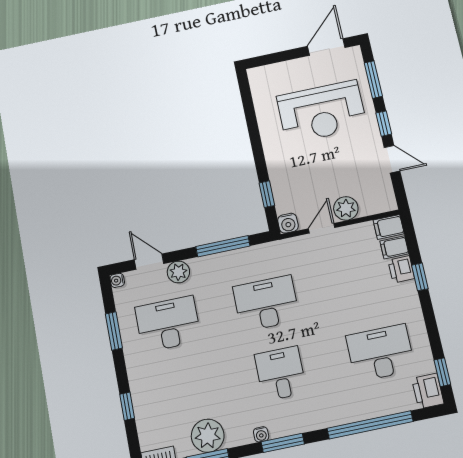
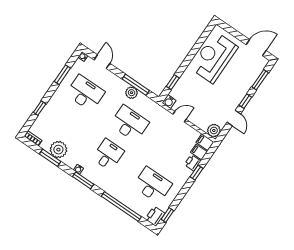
reception desk: (322, 112) -> (214, 57), moved, turned 90
plant: (346, 208) -> (214, 130), moved
plant: (178, 272) -> (132, 93), moved

